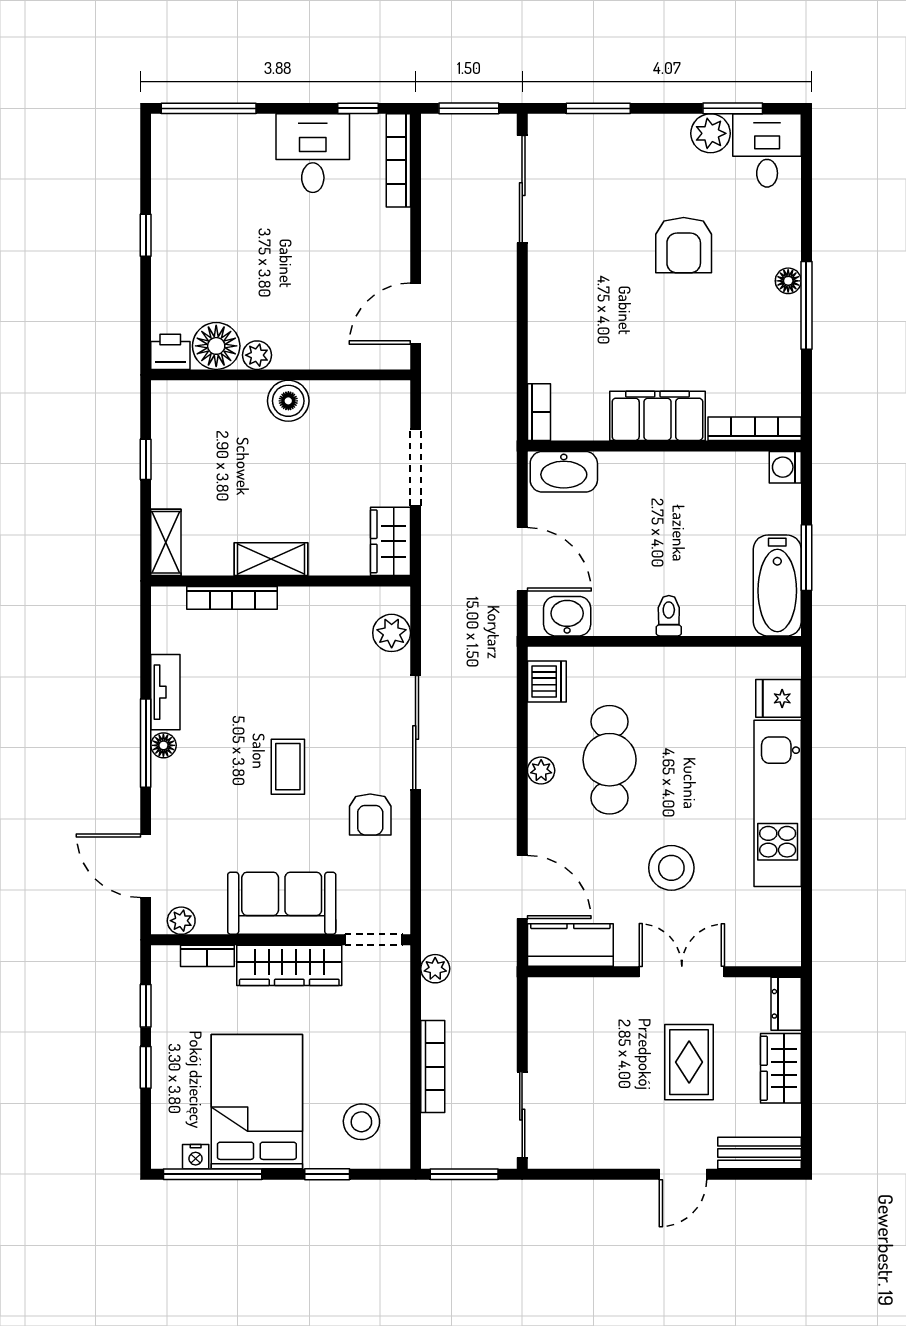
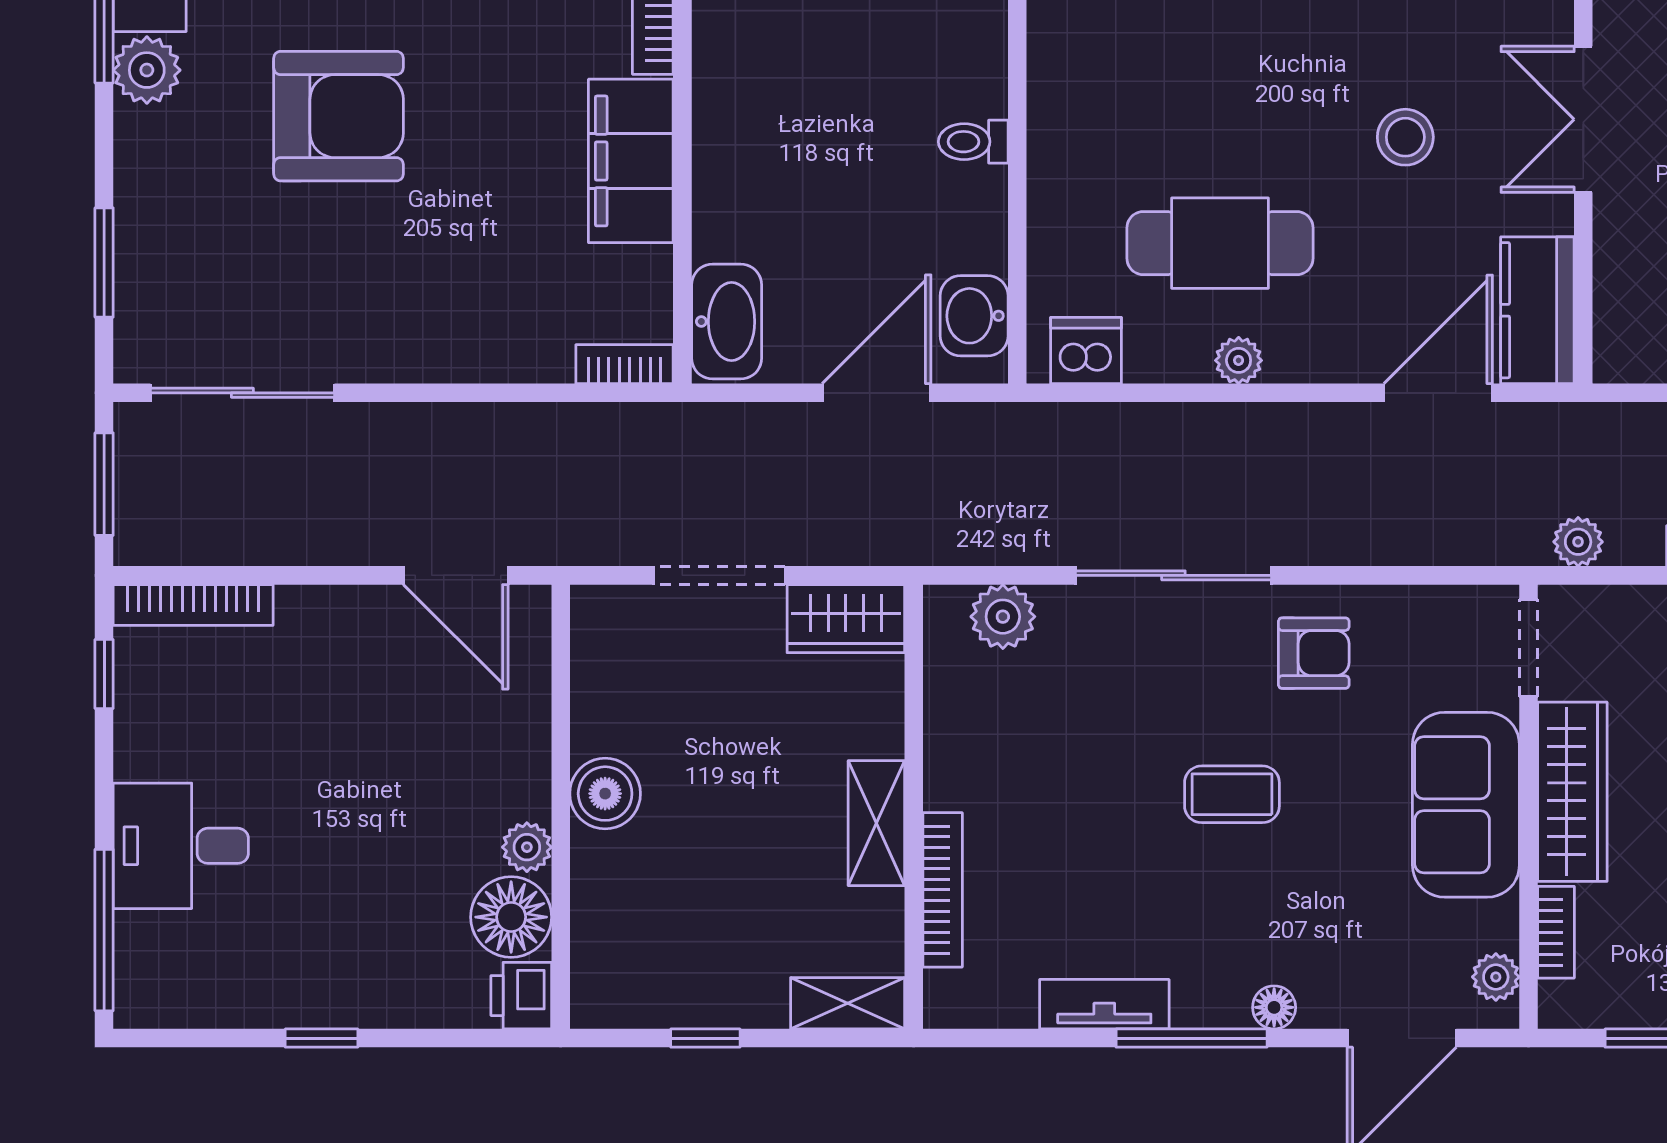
desk: (313, 153) -> (181, 846), moved
armchair: (684, 245) -> (338, 116), width x1.36, depth x1.36
floor lamp: (163, 745) -> (1274, 1007), moved
stool: (671, 868) -> (1405, 137), width x0.73, depth x0.73

